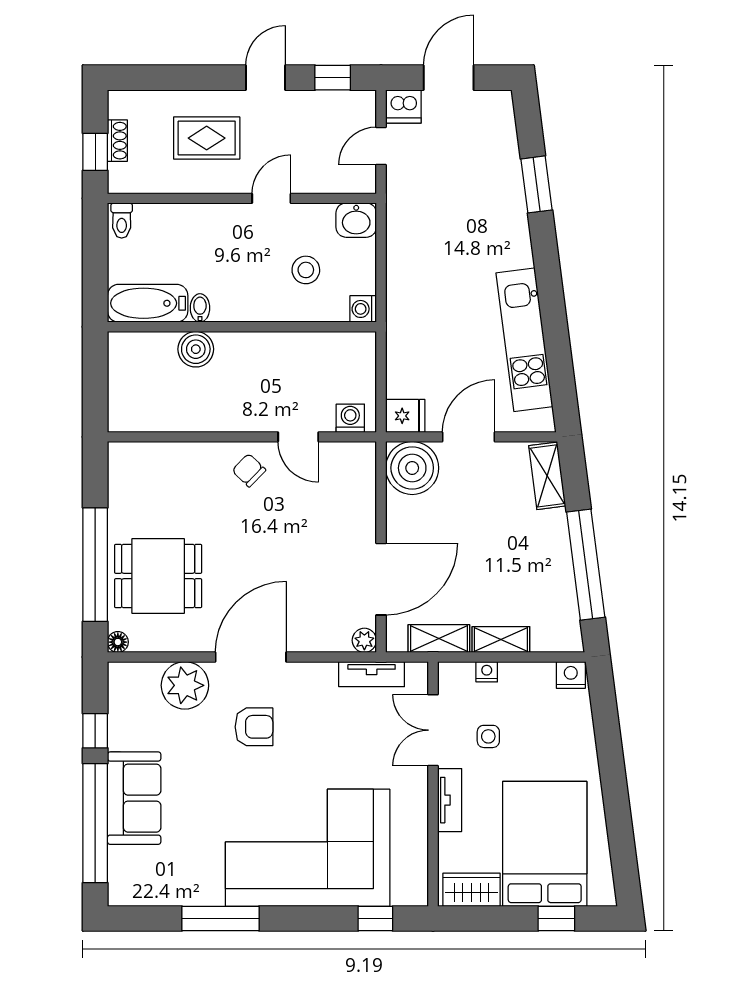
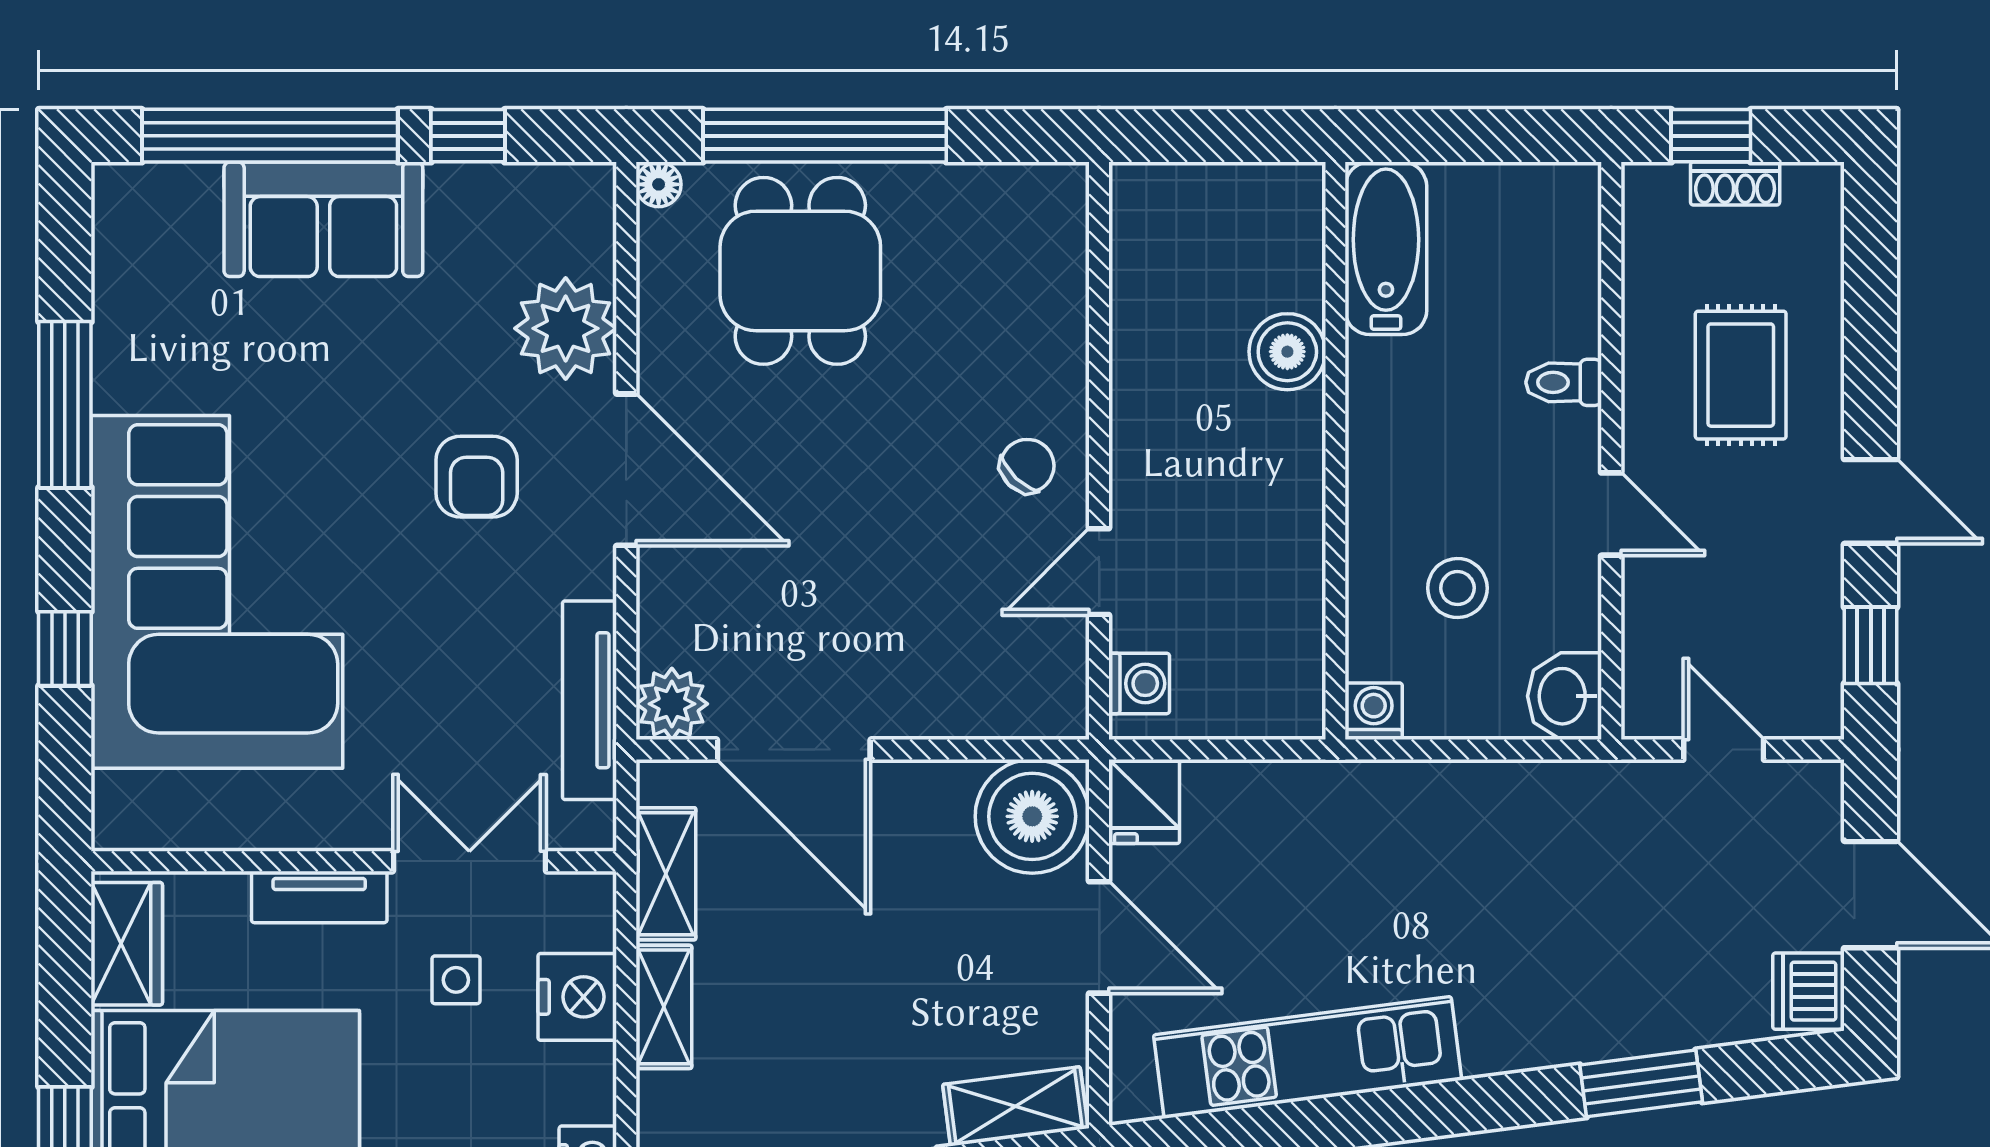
dishwasher: (403, 106) -> (1809, 991), moved
toilet: (122, 221) -> (1564, 382), moved
bidet: (200, 308) -> (1376, 361), removed
plant: (364, 640) -> (672, 704), width x1.38, depth x1.38
nightstand: (487, 672) -> (577, 997), width x1.89, depth x1.79
tv unit: (372, 674) -> (589, 700), width x1.41
window: (375, 919) -> (65, 649), moved

